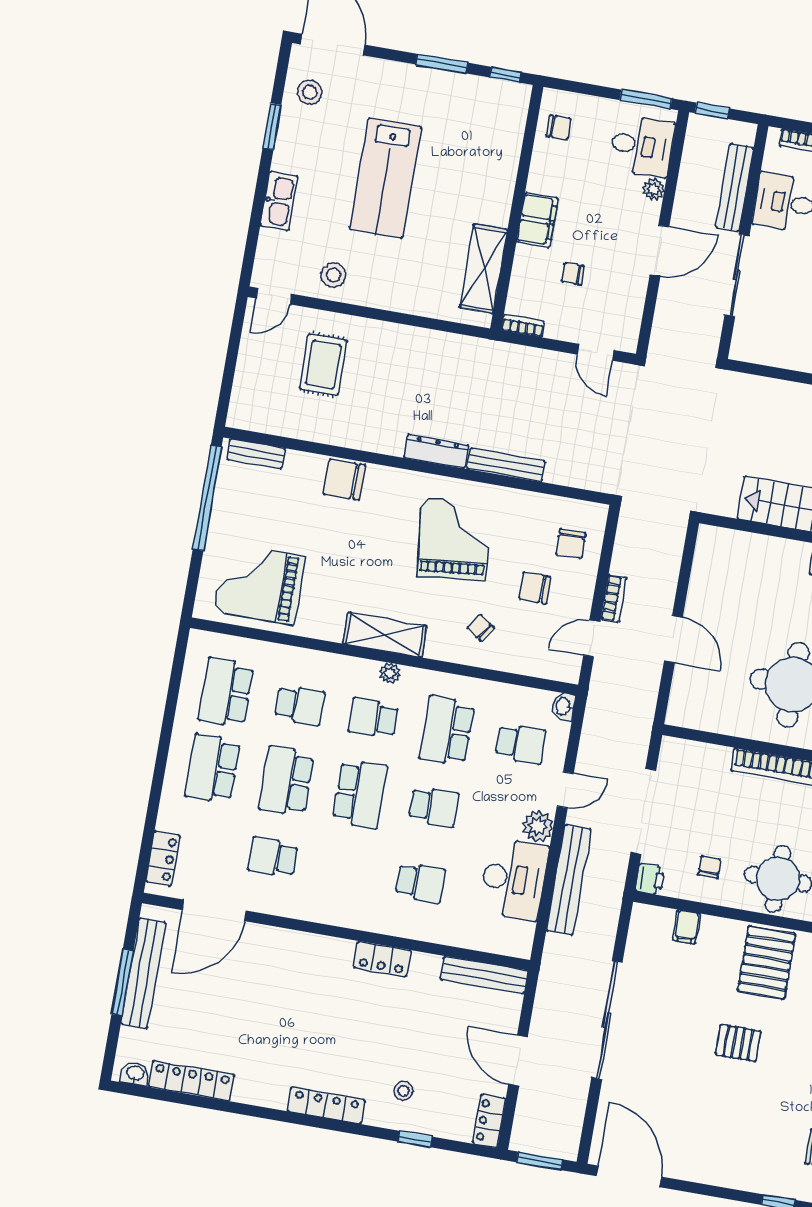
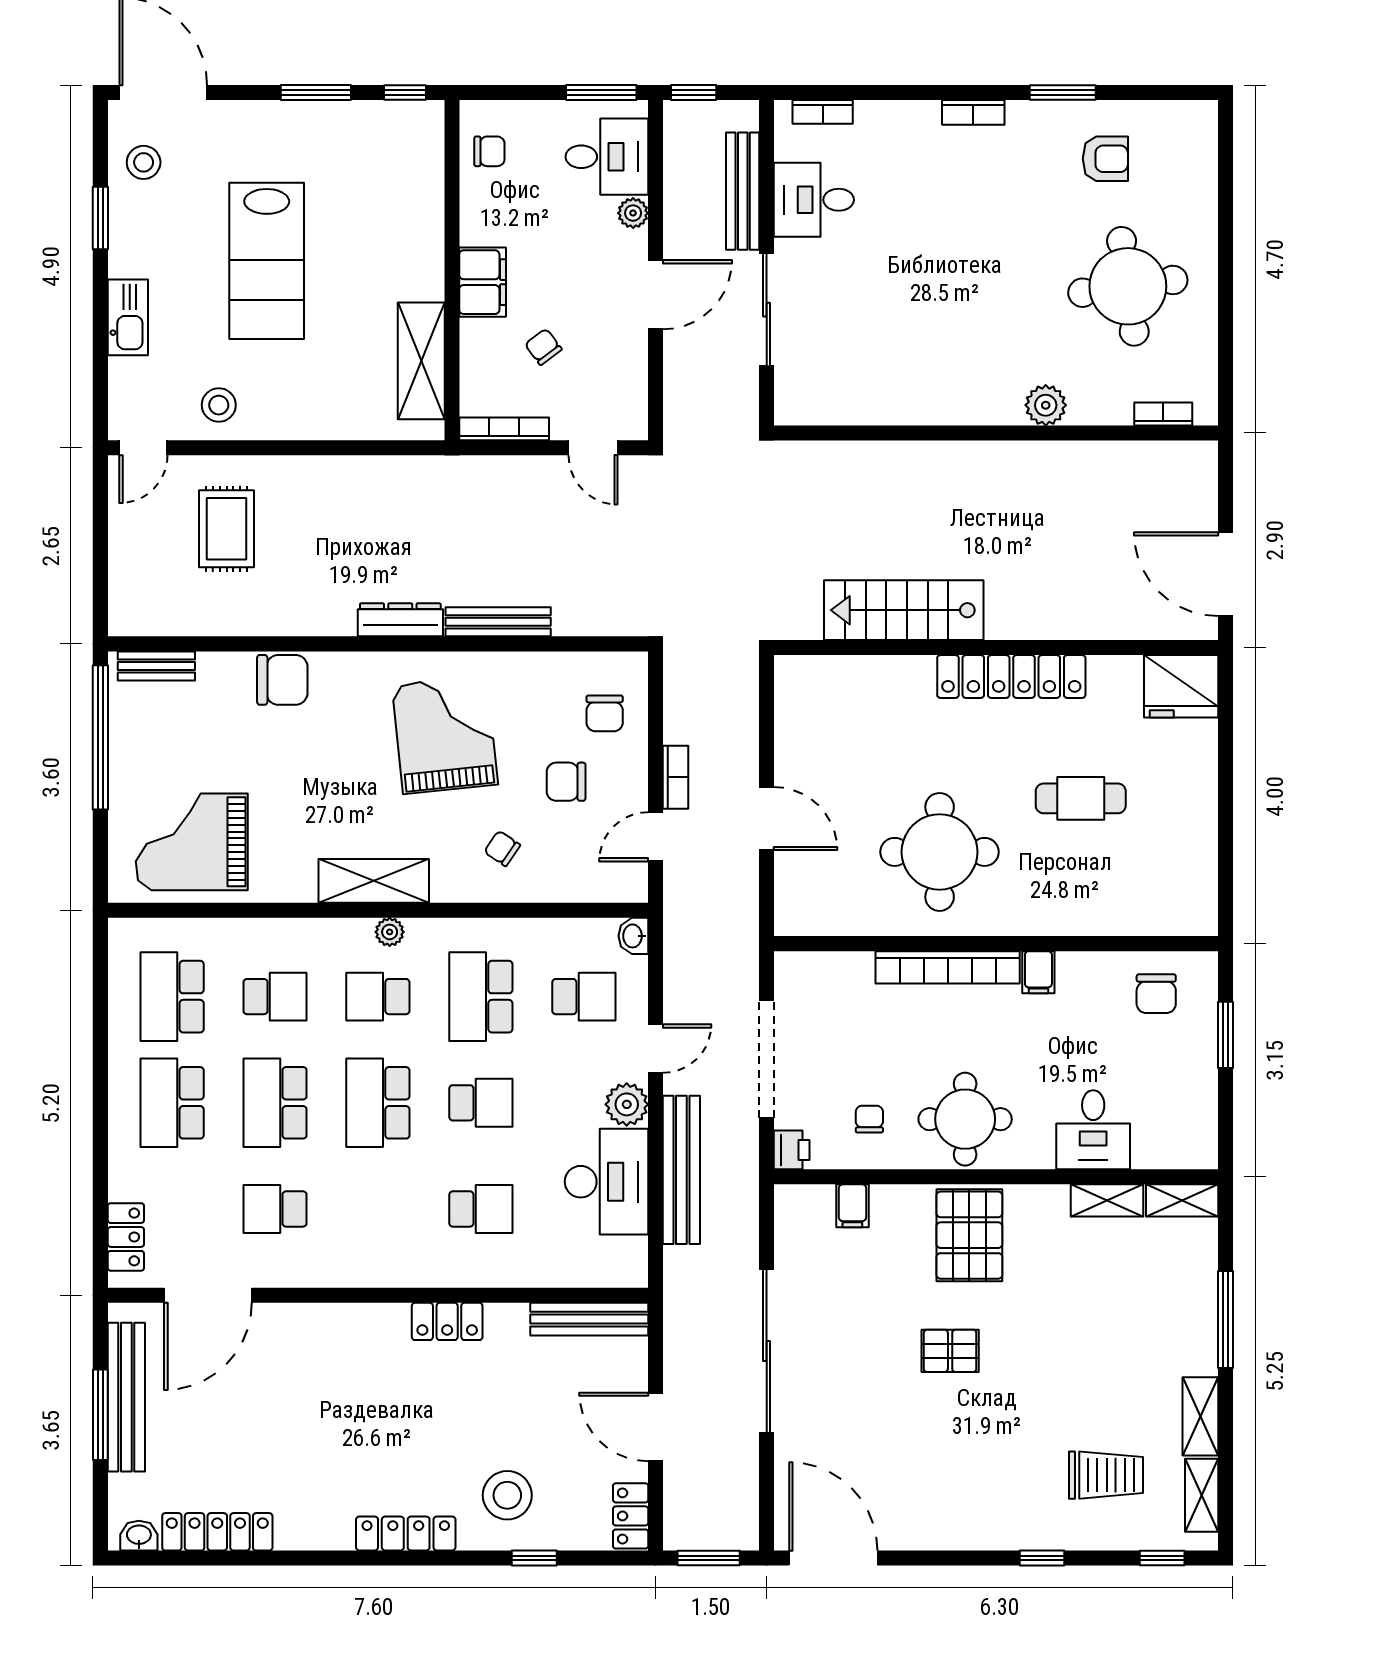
chair: (573, 274) -> (543, 347), turned 53
bookcase: (523, 326) -> (504, 429), width x1.56
chair: (344, 480) -> (282, 680), turned 180
school desk: (360, 794) -> (378, 1103), turned 180
stool: (404, 1091) -> (507, 1495), width x1.89, depth x1.89

